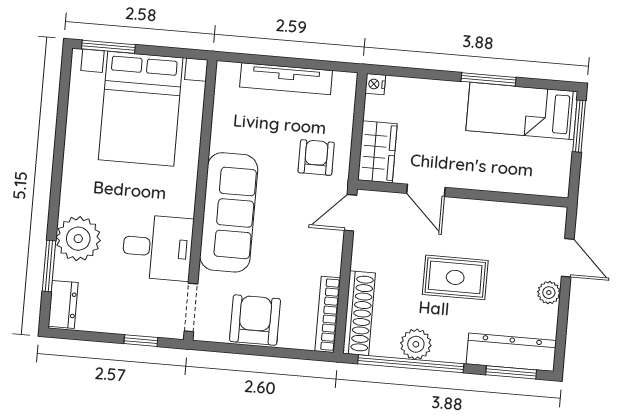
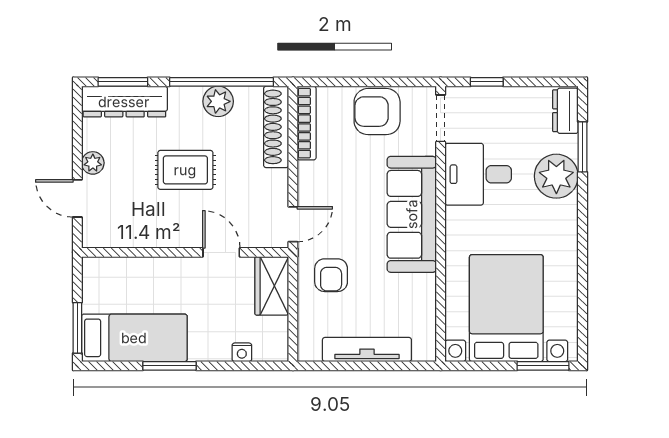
nightstand: (375, 84) -> (242, 352), moved, turned 90
armchair: (255, 320) -> (377, 112), turned 90

